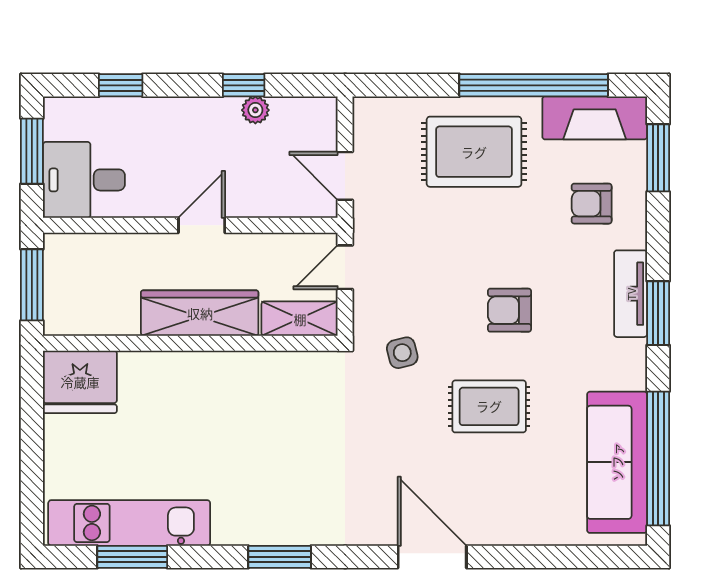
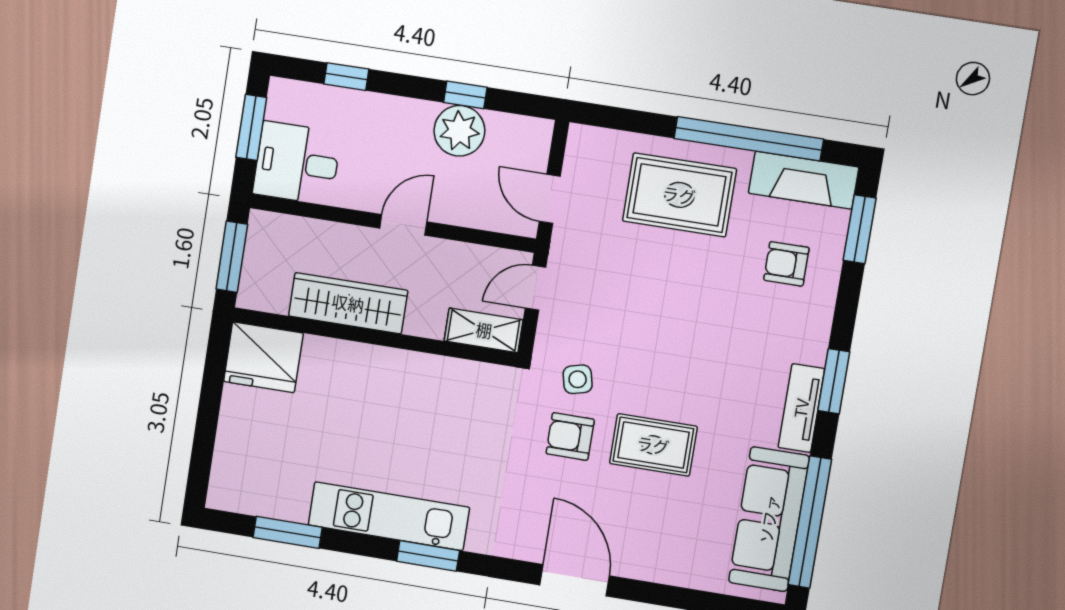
plant: (255, 110) -> (459, 131), width x1.88, depth x1.88
tv unit: (631, 294) -> (801, 408), moved
armchair: (509, 310) -> (570, 437), moved
wardrobe: (200, 313) -> (348, 303), moved
kitchen unit: (129, 523) -> (389, 516), moved

